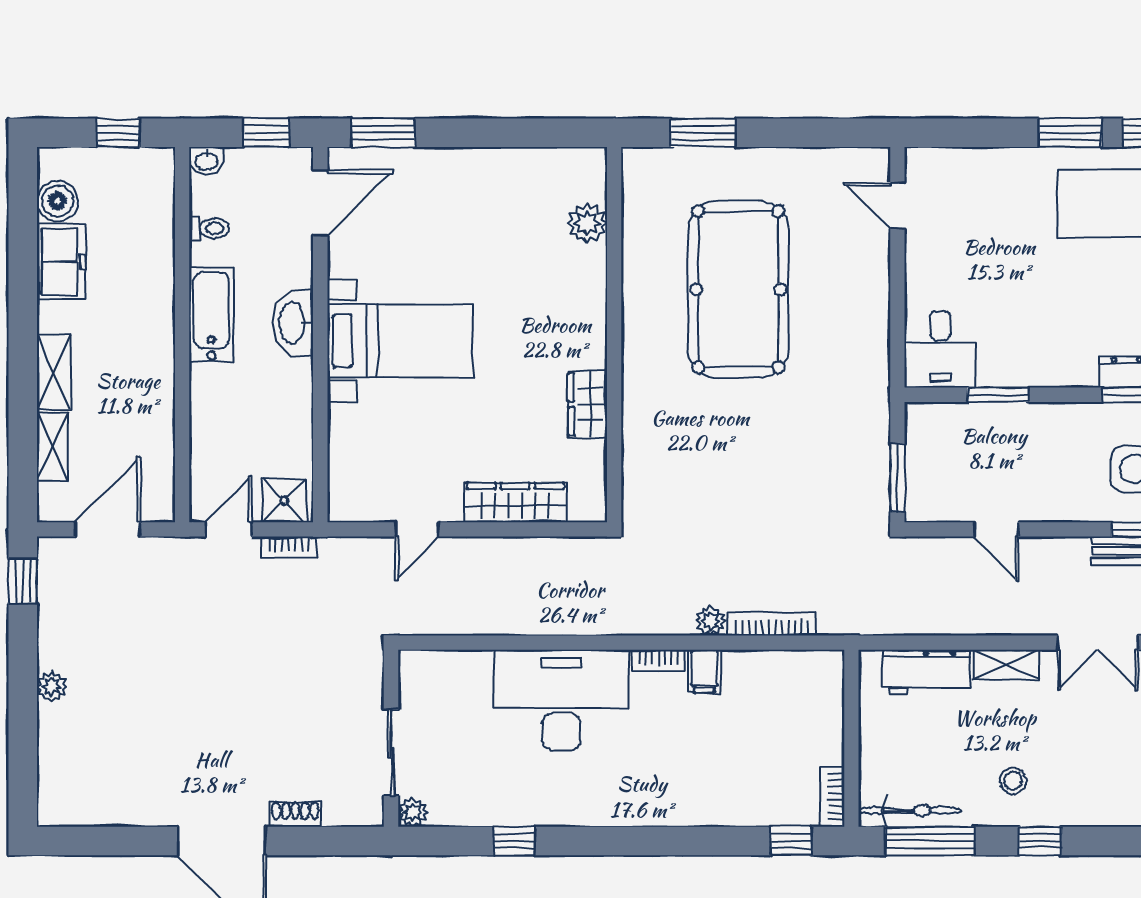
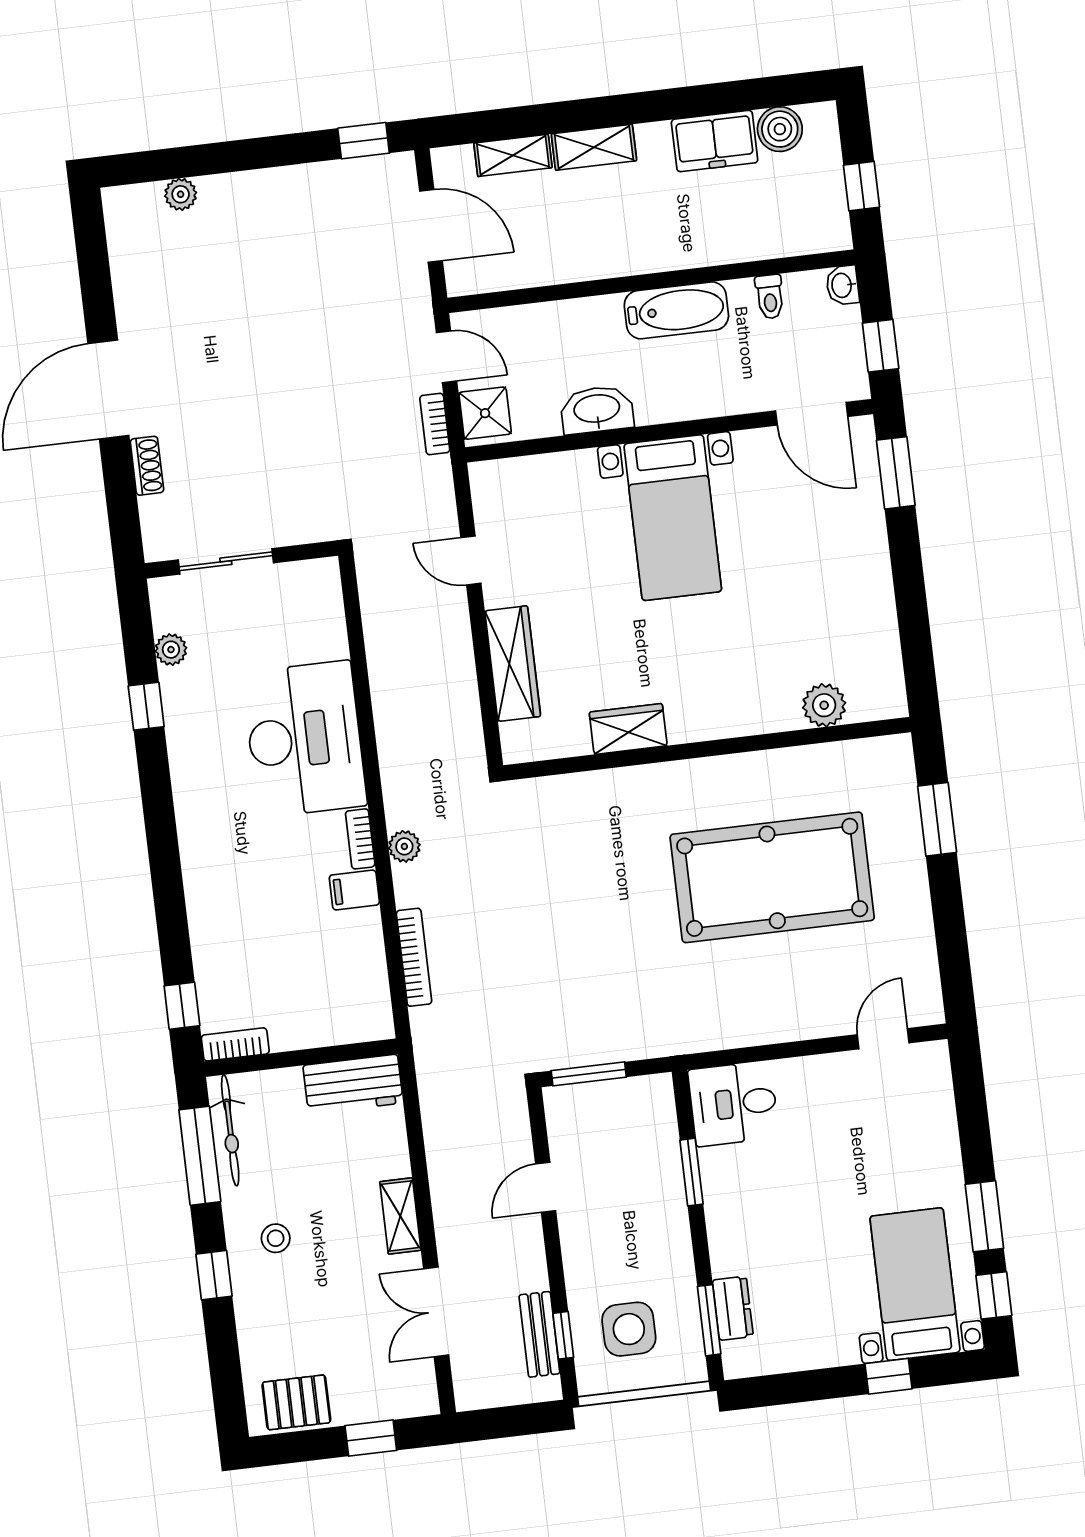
washbasin: (293, 323) -> (597, 410), moved
plant: (710, 621) -> (404, 846), moved
workbench: (926, 672) -> (353, 1084), moved, turned -90
plant: (52, 687) -> (181, 194), moved
plant: (413, 812) -> (171, 650), moved

